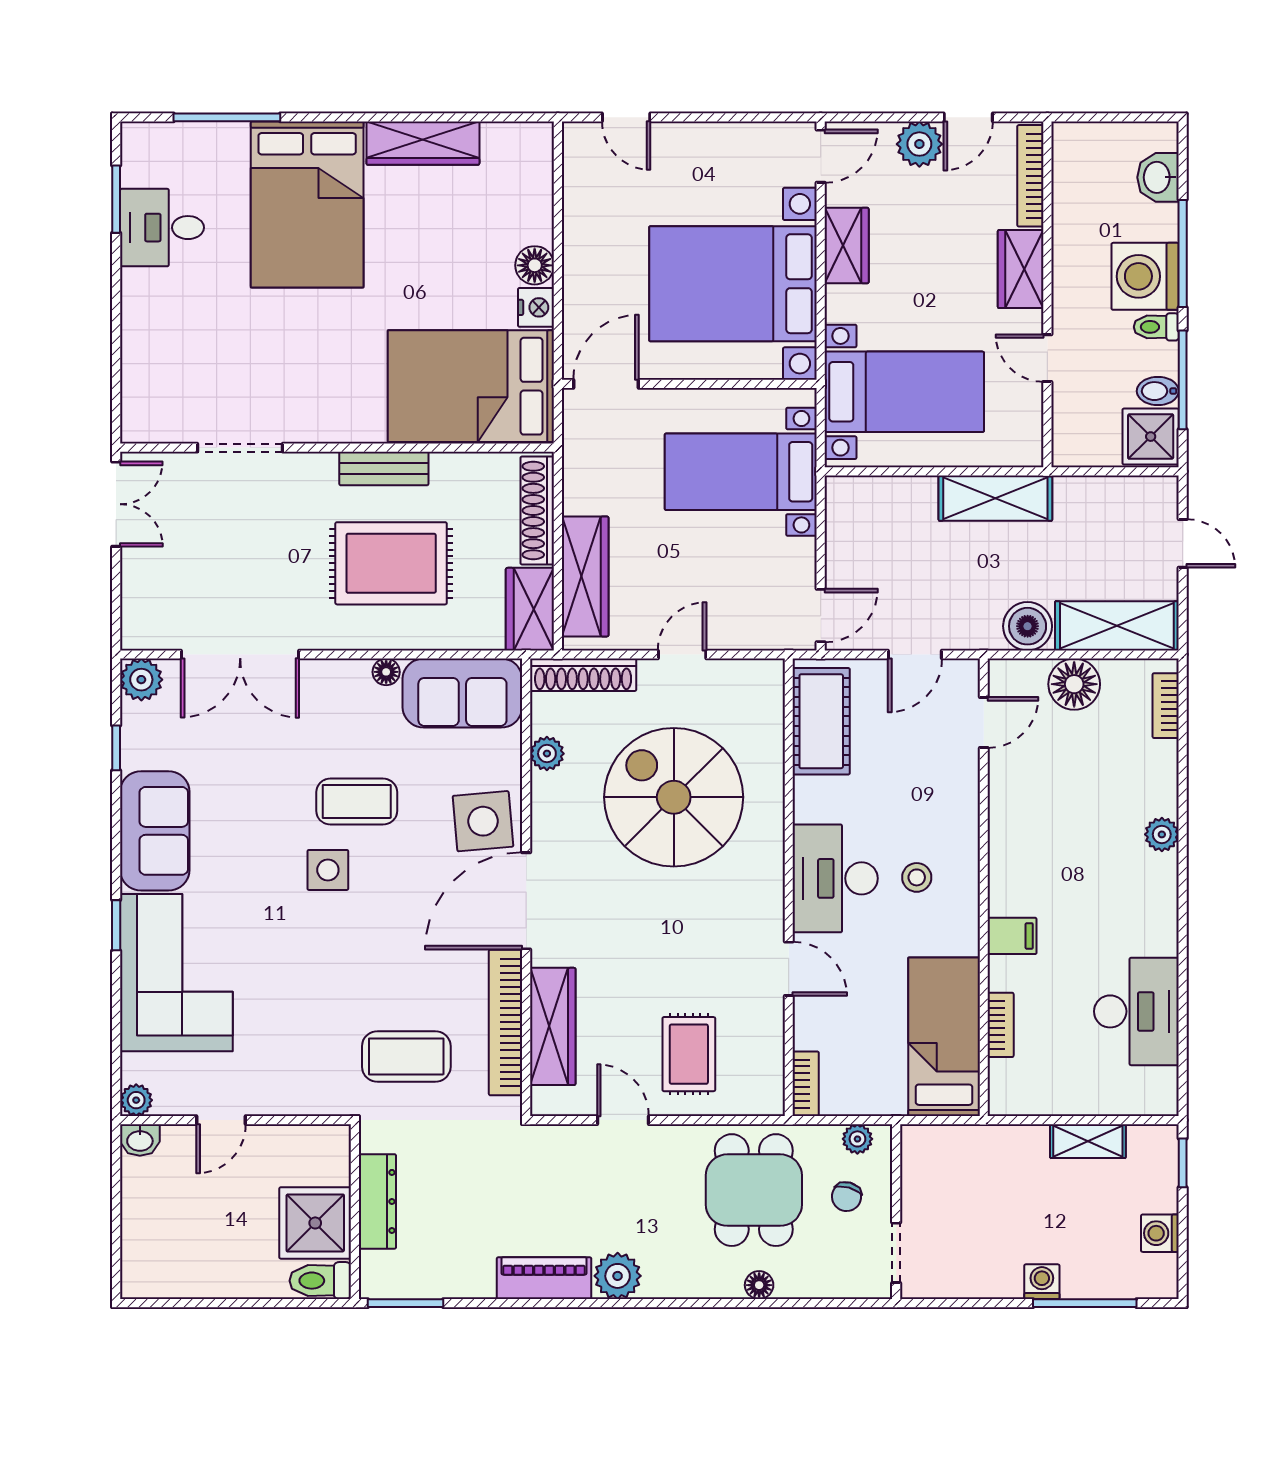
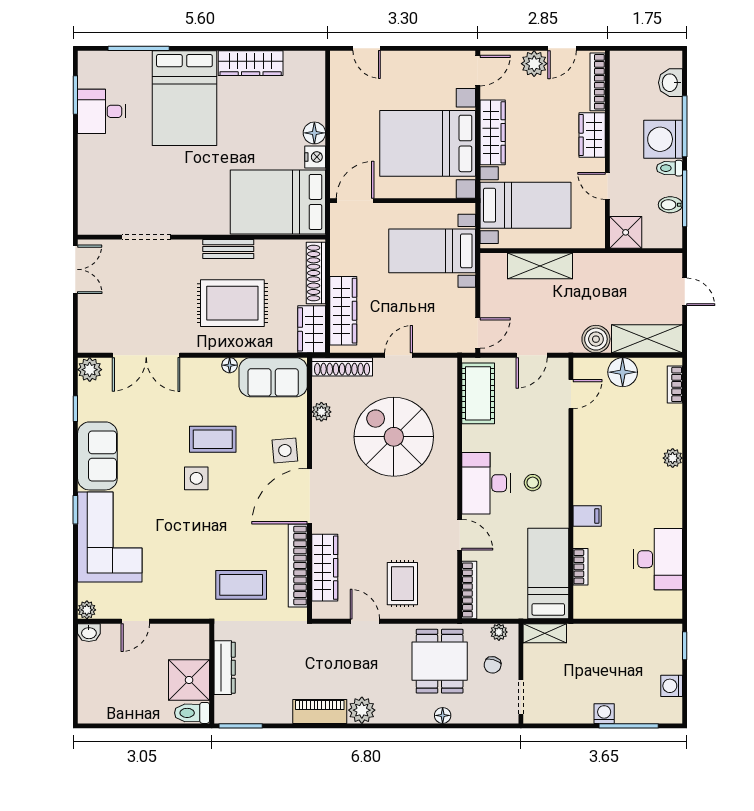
wardrobe: (847, 246) -> (493, 132), width x1.50
shower: (1151, 437) -> (626, 232), moved
shelving: (995, 498) -> (540, 266), moved
side table: (483, 821) -> (285, 450), width x0.73, depth x0.73
bookcase: (806, 1084) -> (469, 590), width x1.56
shelving: (1088, 1141) -> (545, 633), moved

